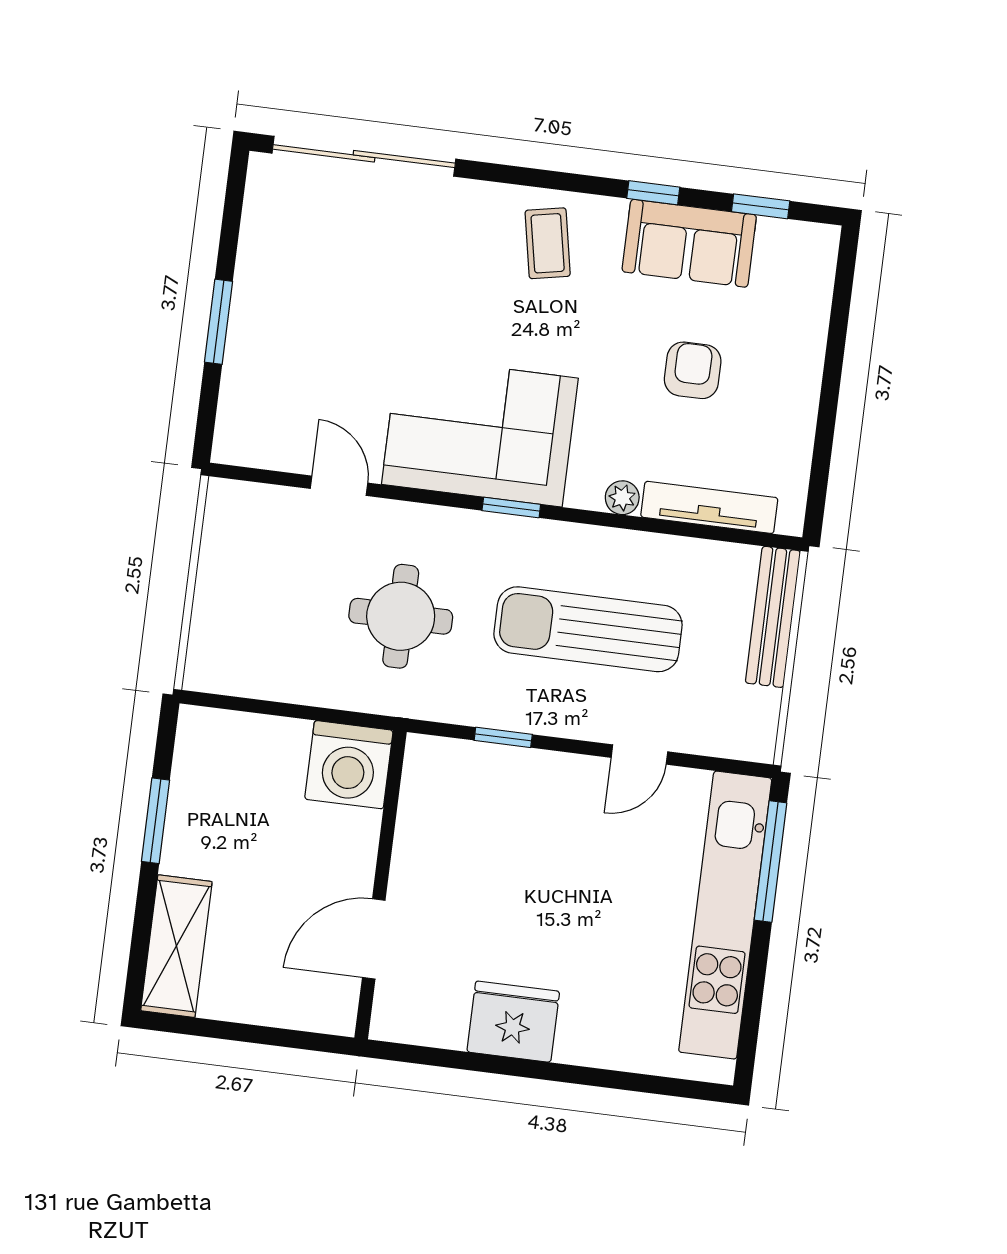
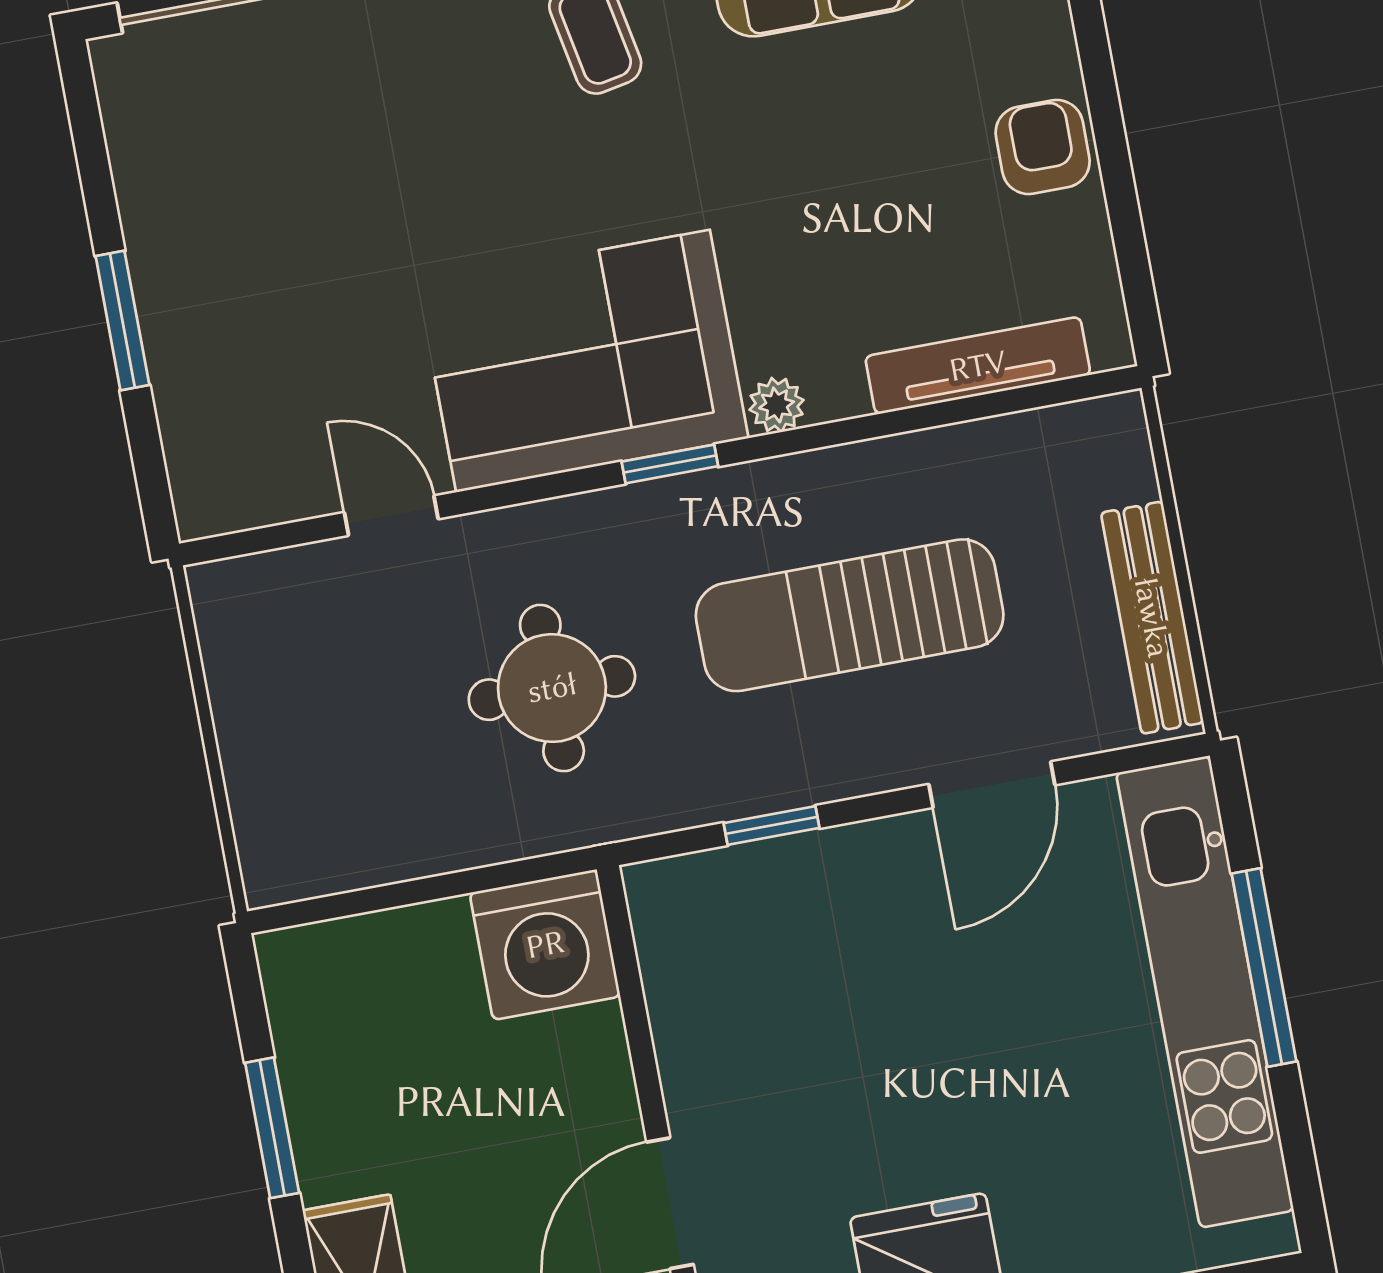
armchair: (693, 370) -> (1043, 147), moved
plant: (622, 498) -> (777, 405), moved
bench: (773, 617) -> (1152, 618), moved
door: (639, 755) -> (992, 785), width x1.38
window: (771, 861) -> (1264, 968), moved

